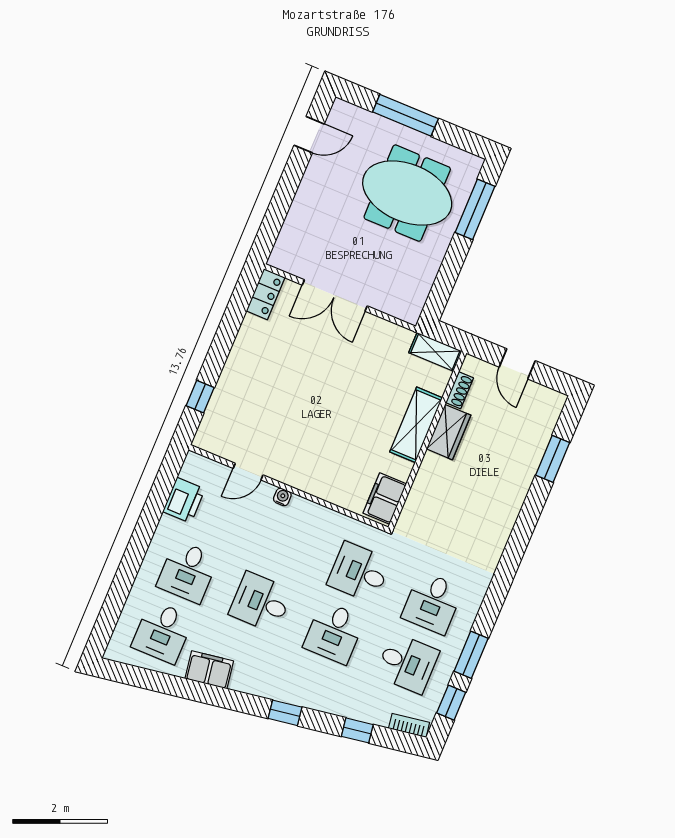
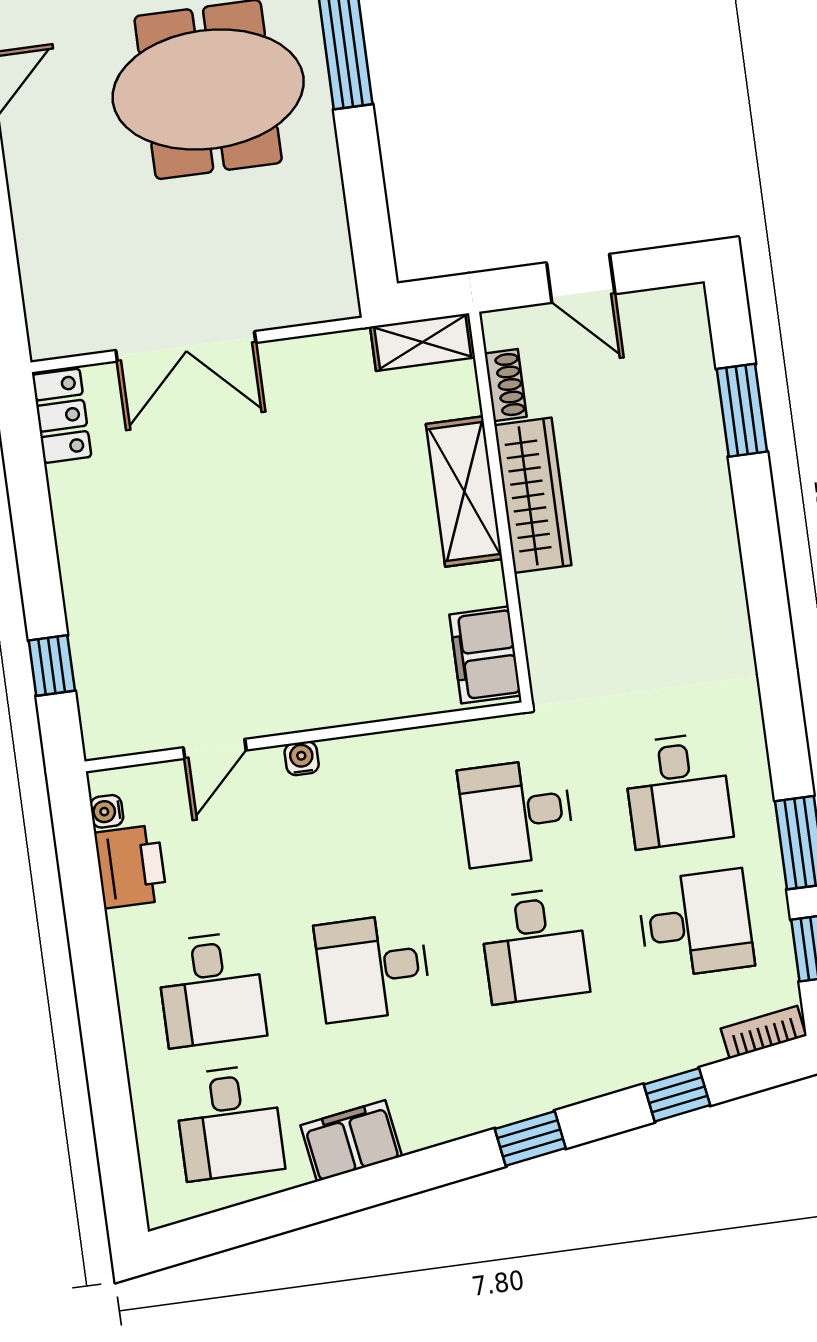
wardrobe: (449, 432) -> (533, 495), width x1.50
water cooler: (187, 471) -> (107, 811), added

